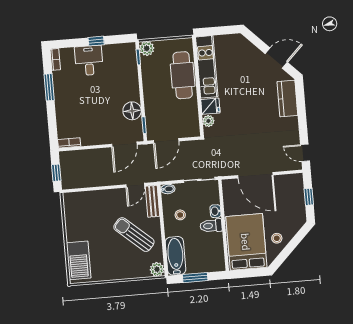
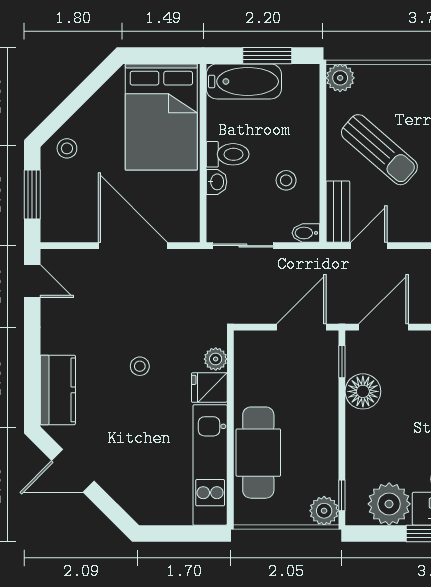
plant: (114, 55) -> (389, 504), added
stool: (247, 114) -> (140, 366), added
window: (309, 197) -> (32, 195), width x1.50
stool: (277, 238) -> (67, 148), moved
bathtub: (175, 256) -> (244, 81), moved, turned -90

